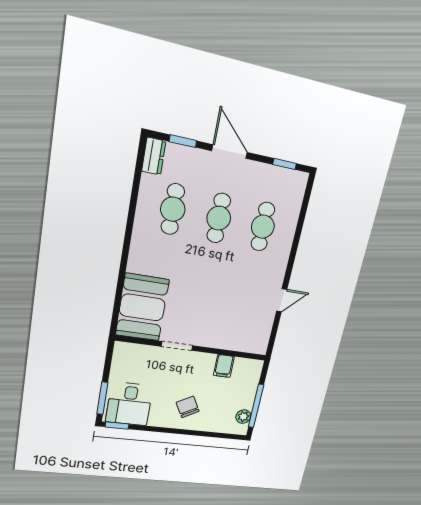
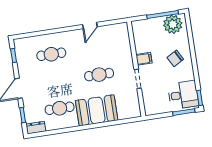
cafe table: (219, 218) -> (99, 75), moved
door: (282, 300) -> (90, 26), swing flipped
booth: (142, 307) -> (97, 110), moved
filing cabinet: (224, 366) -> (144, 59), moved
plant: (243, 417) -> (173, 24), width x1.87, depth x1.87

